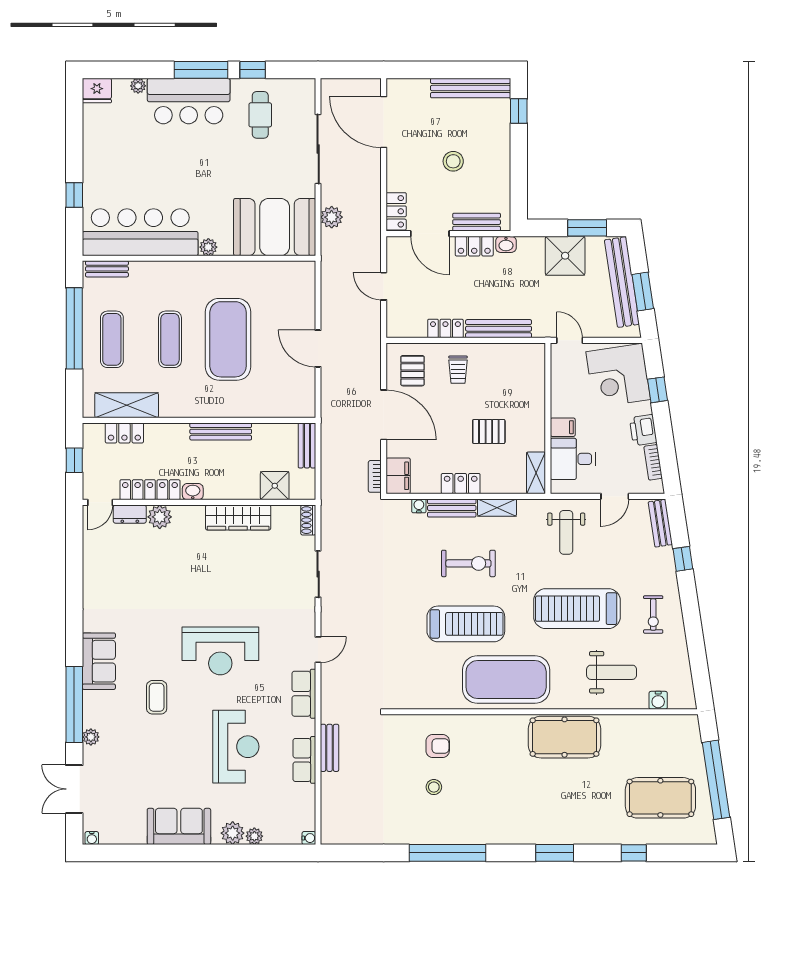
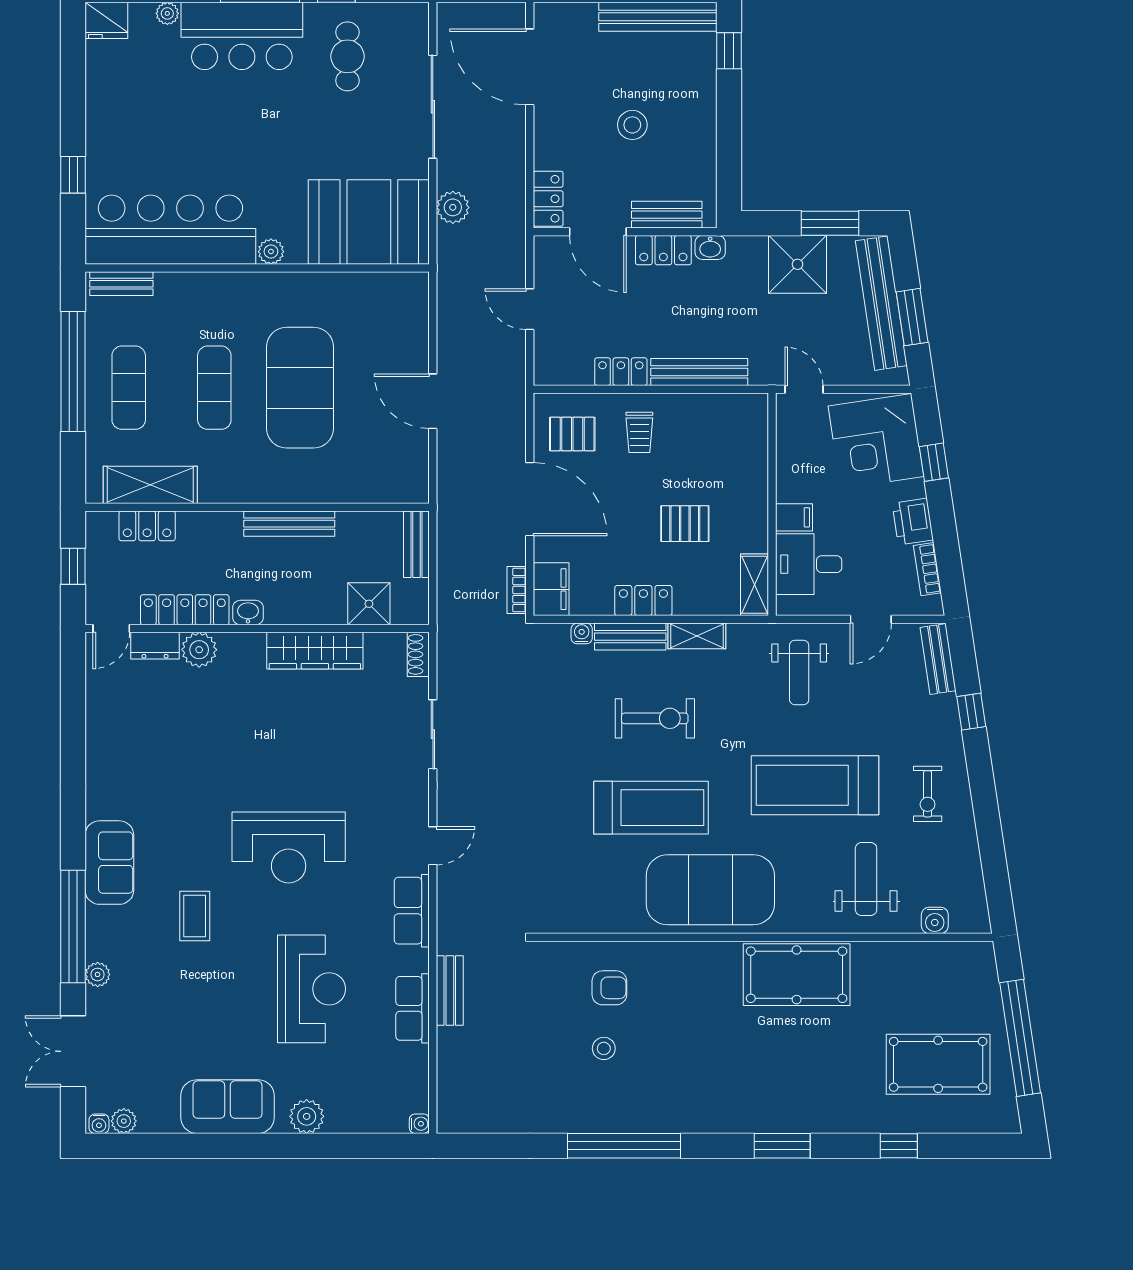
pallet: (412, 371) -> (572, 434), turned 90
weight bench: (612, 672) -> (866, 879), turned -90
plant: (254, 836) -> (124, 1121), moved

